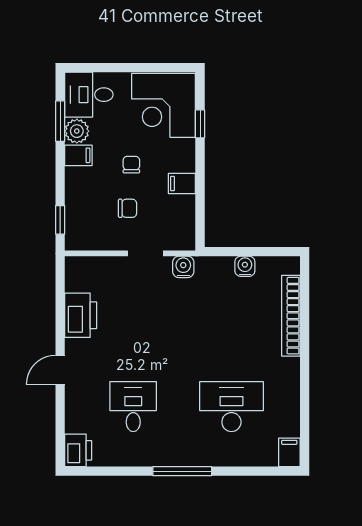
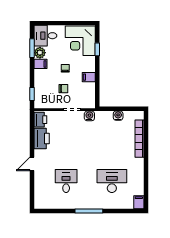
printer: (78, 450) -> (40, 120), moved

